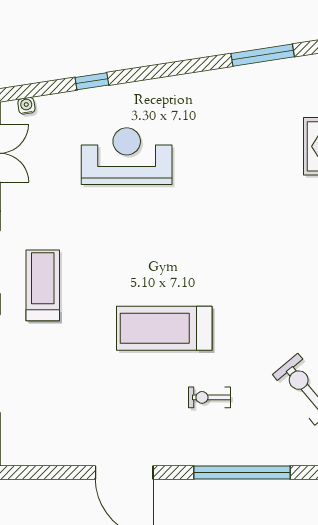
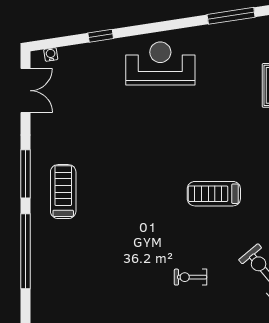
reception desk: (127, 156) -> (160, 64), moved
treadmill: (164, 328) -> (214, 194), moved, width x0.73, depth x0.73

